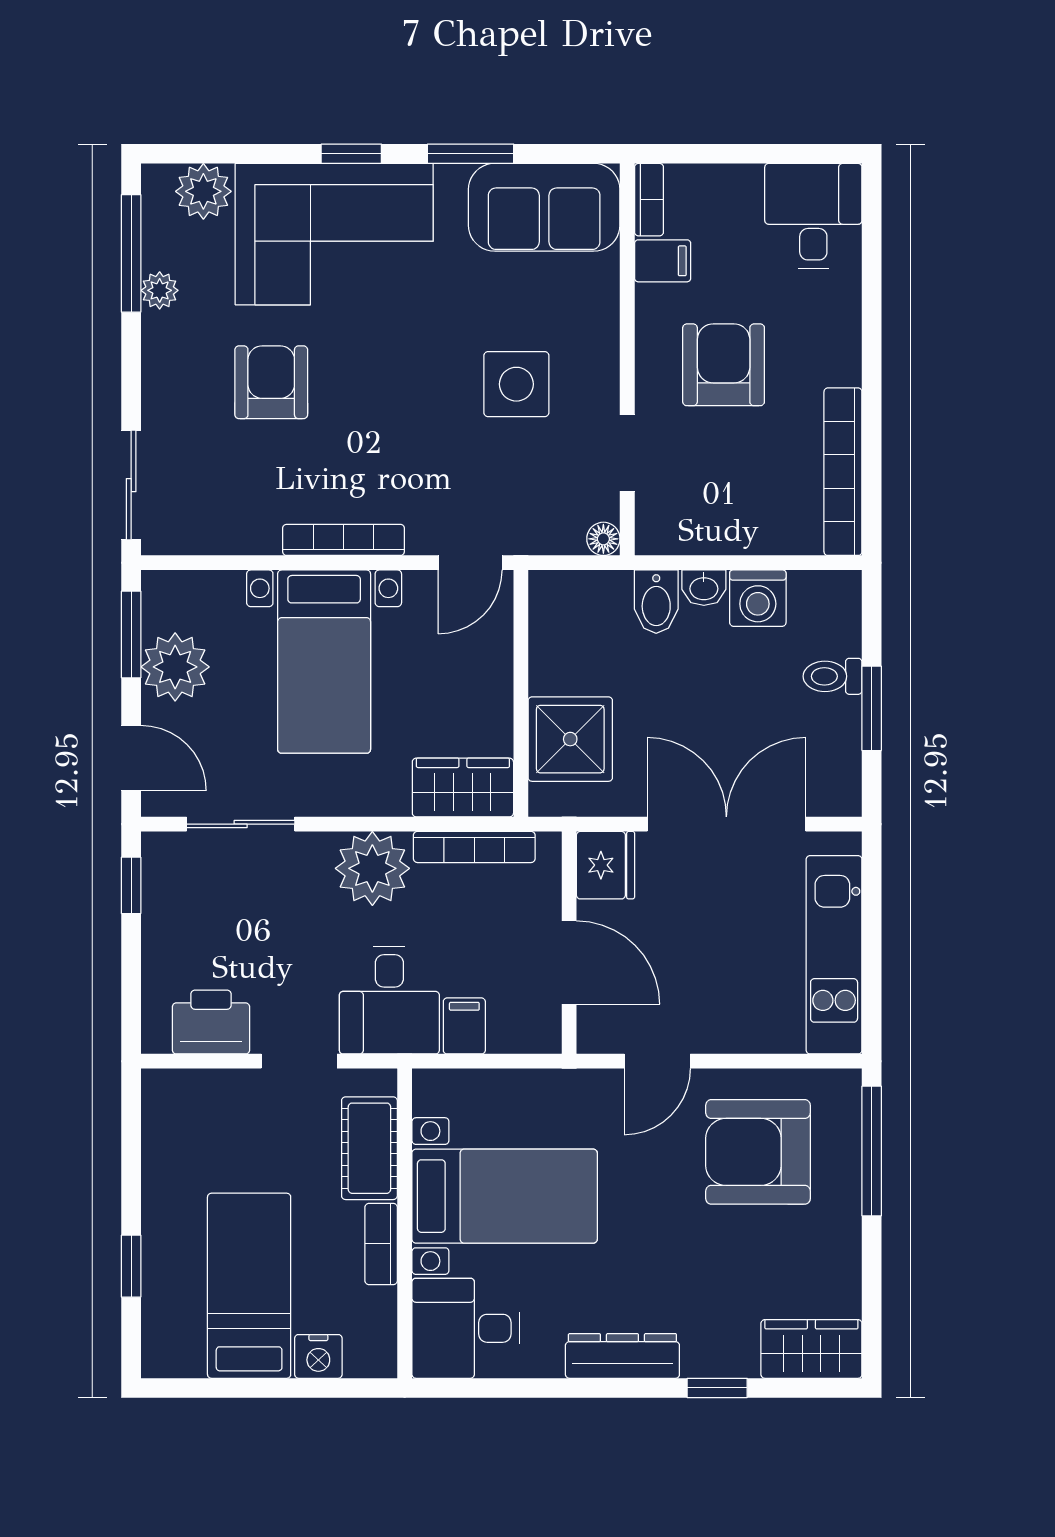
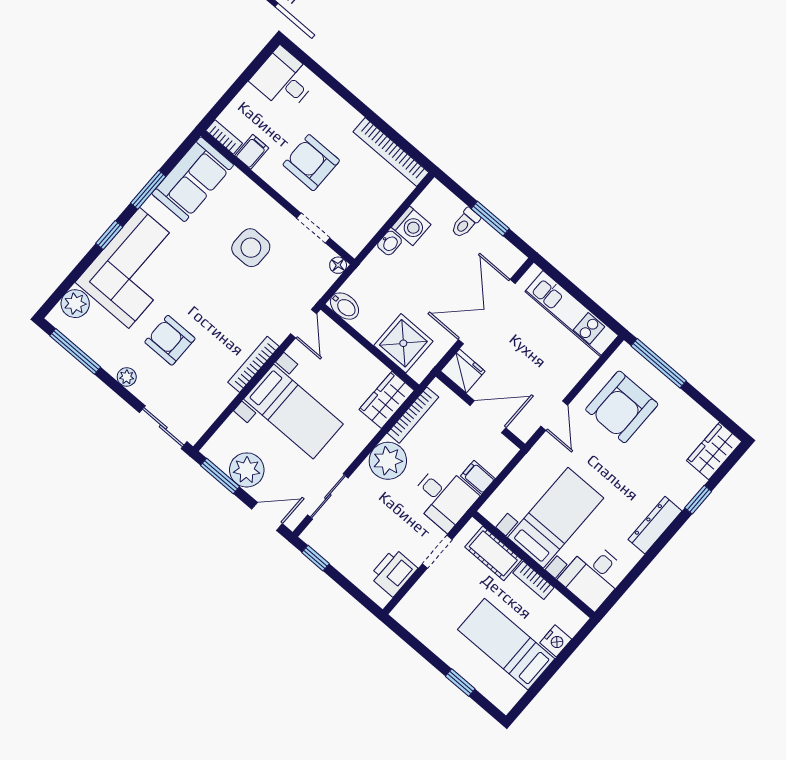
plant: (160, 290) -> (127, 377), moved
bidet: (656, 602) -> (344, 306), moved

